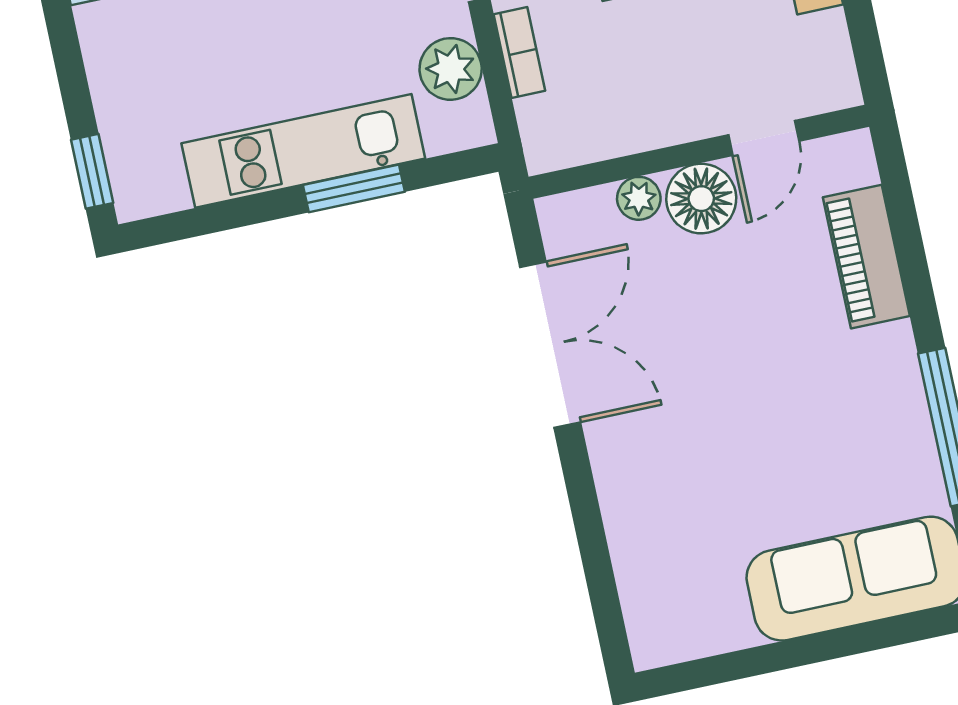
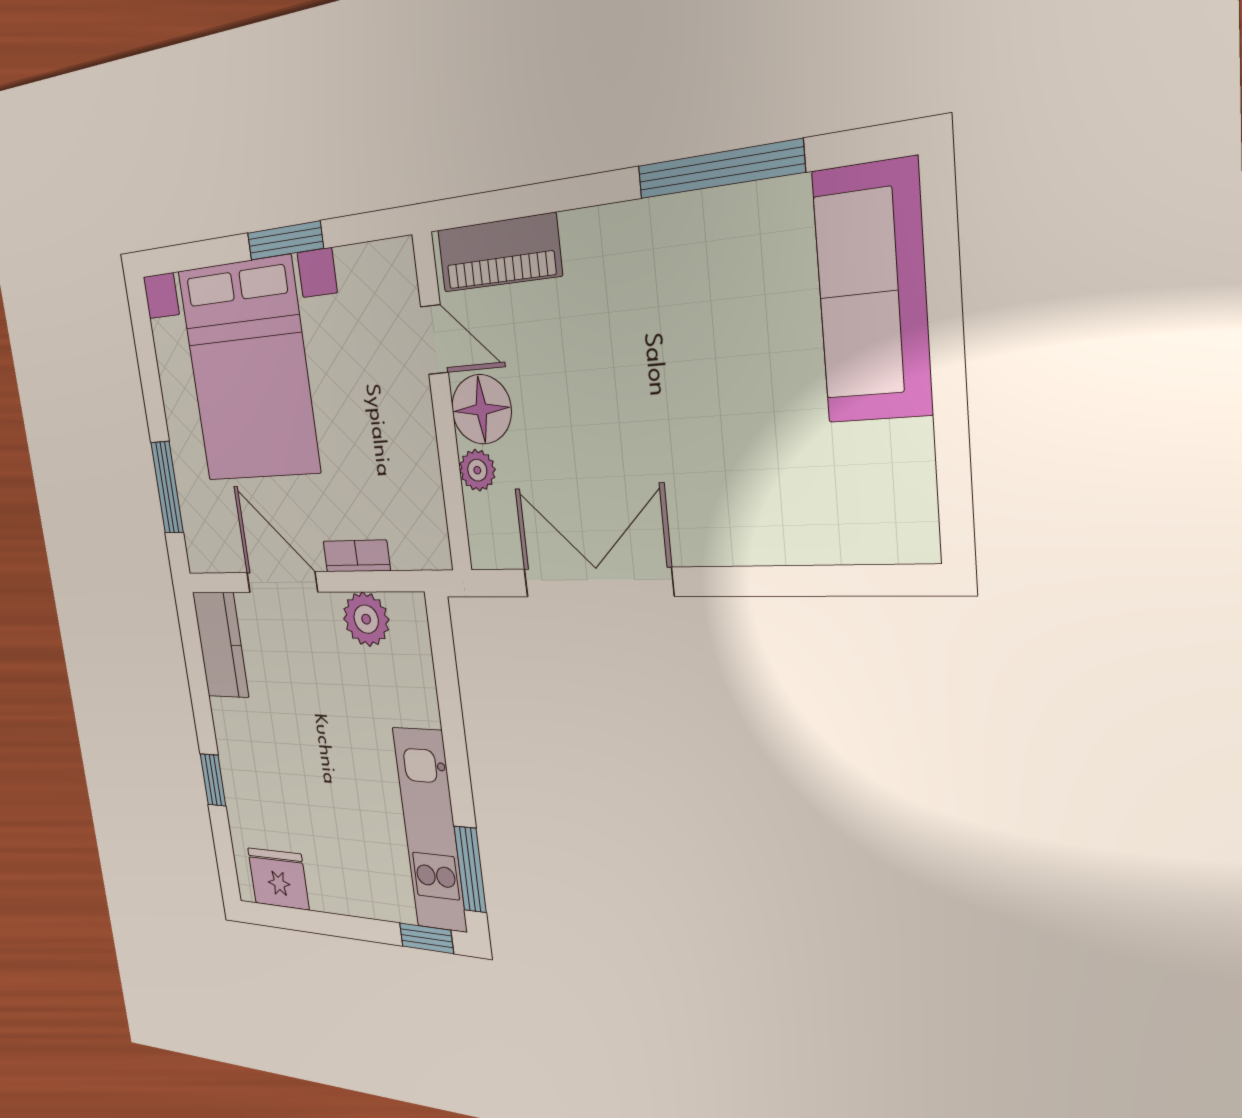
kitchen unit: (303, 151) -> (430, 830), moved
window: (354, 188) -> (470, 869), moved
piano: (866, 257) -> (499, 253), moved

